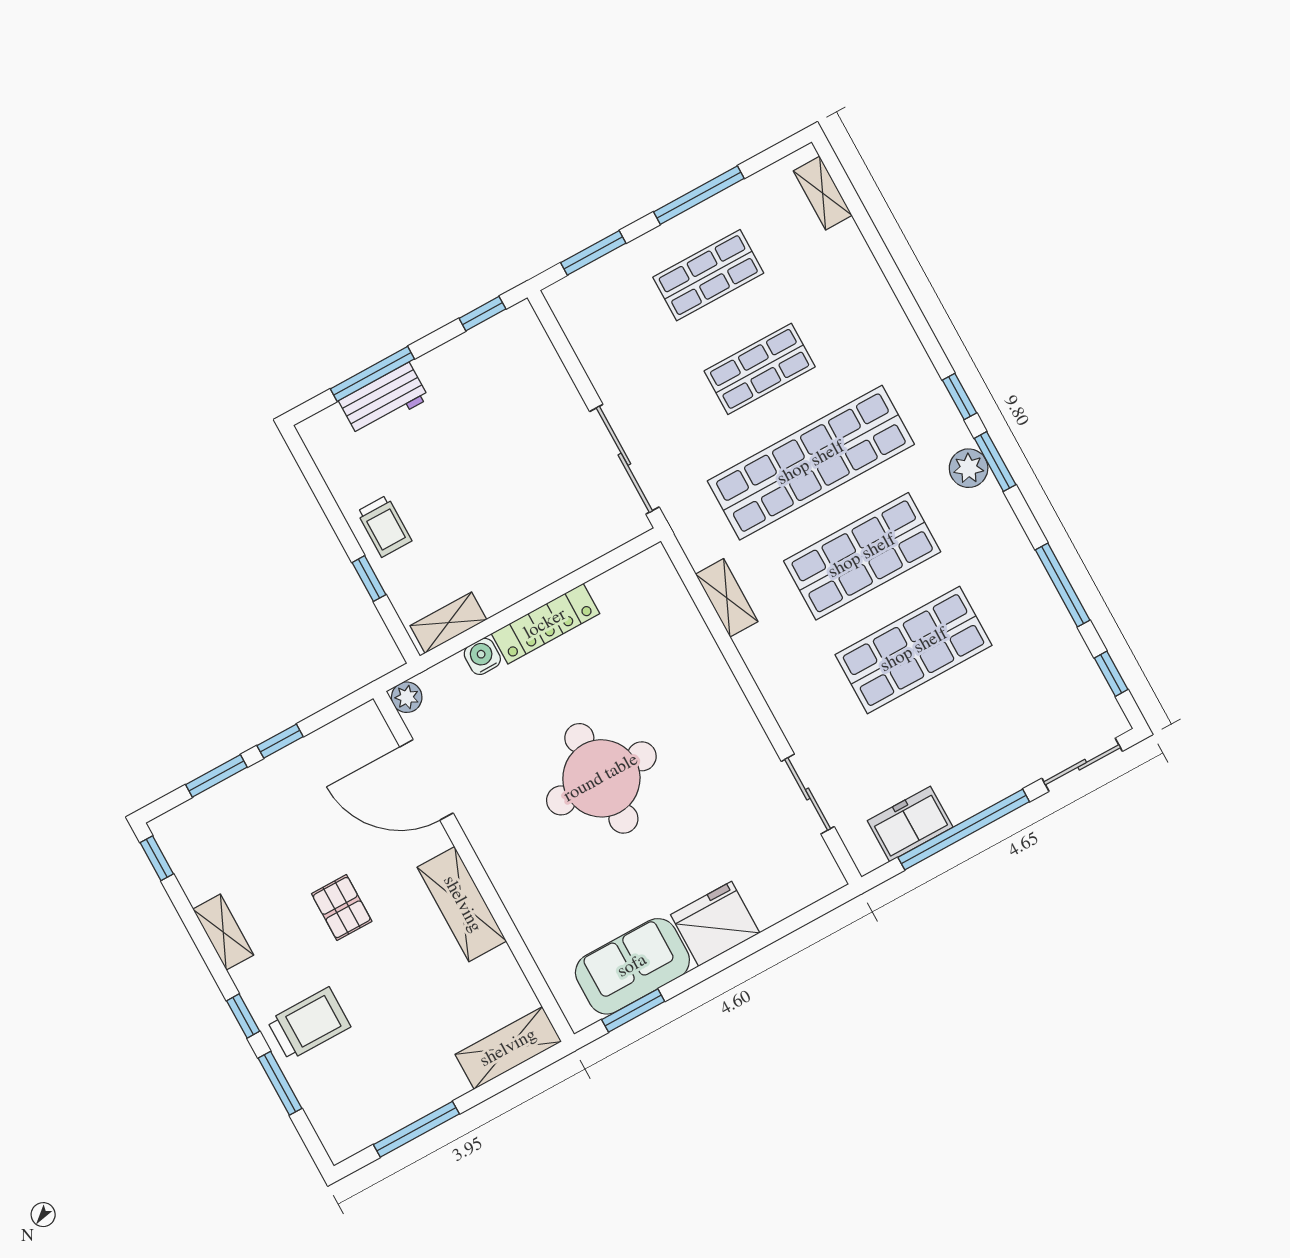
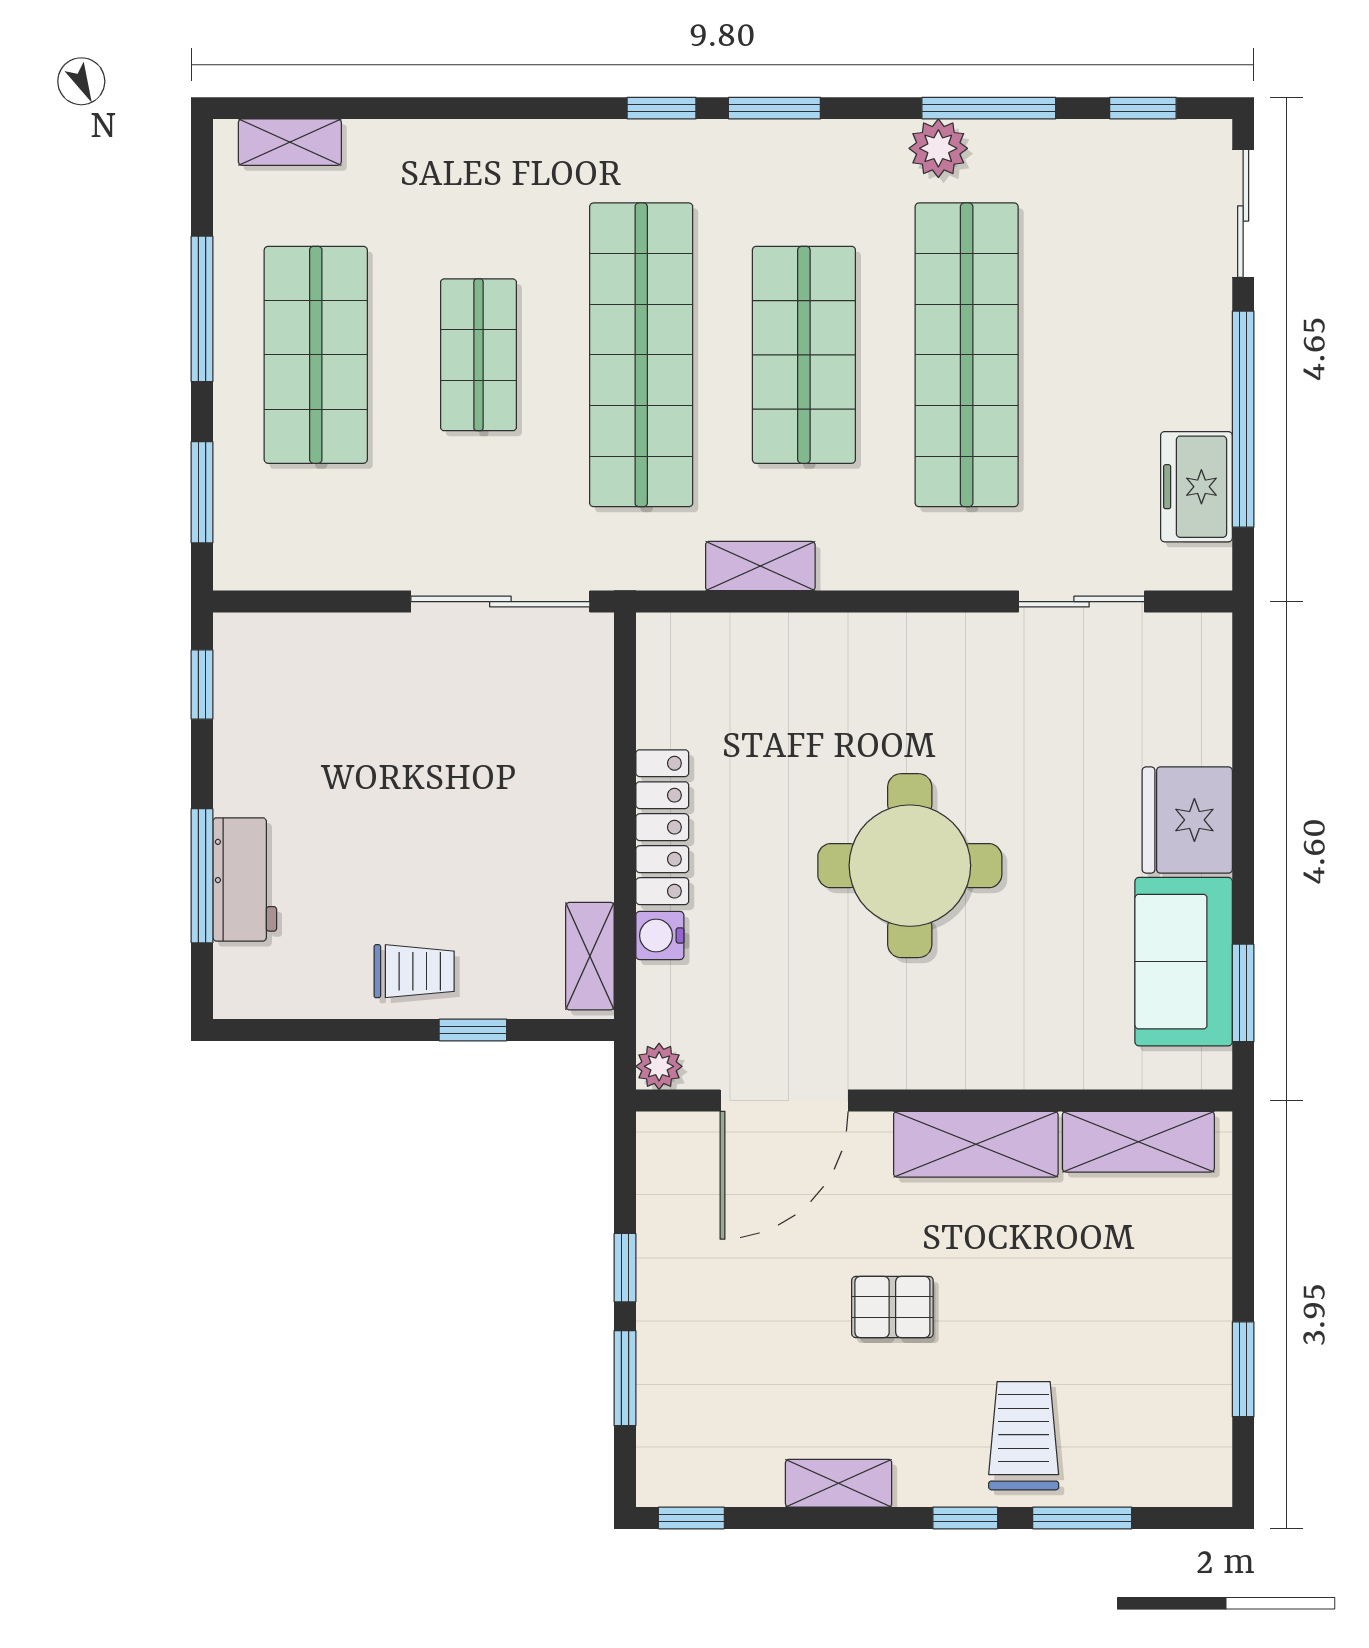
shop shelf: (708, 275) -> (316, 355), width x1.43, depth x1.36
plant: (969, 468) -> (938, 148), moved
shop shelf: (914, 650) -> (967, 355), width x1.40
shelving: (508, 1048) -> (1138, 1142), moved, turned 90
window: (416, 1129) -> (1243, 1369), width x0.69

